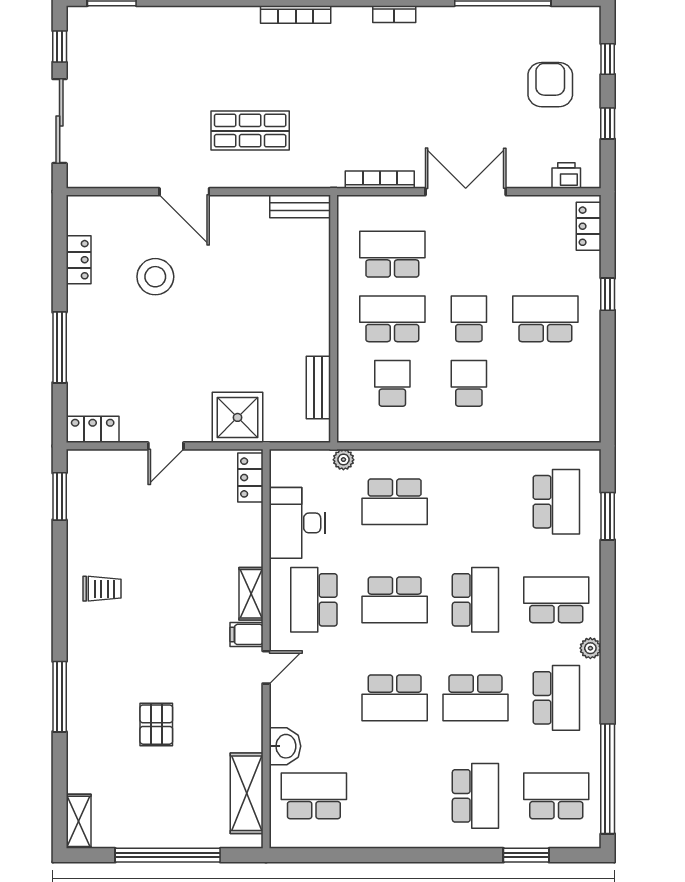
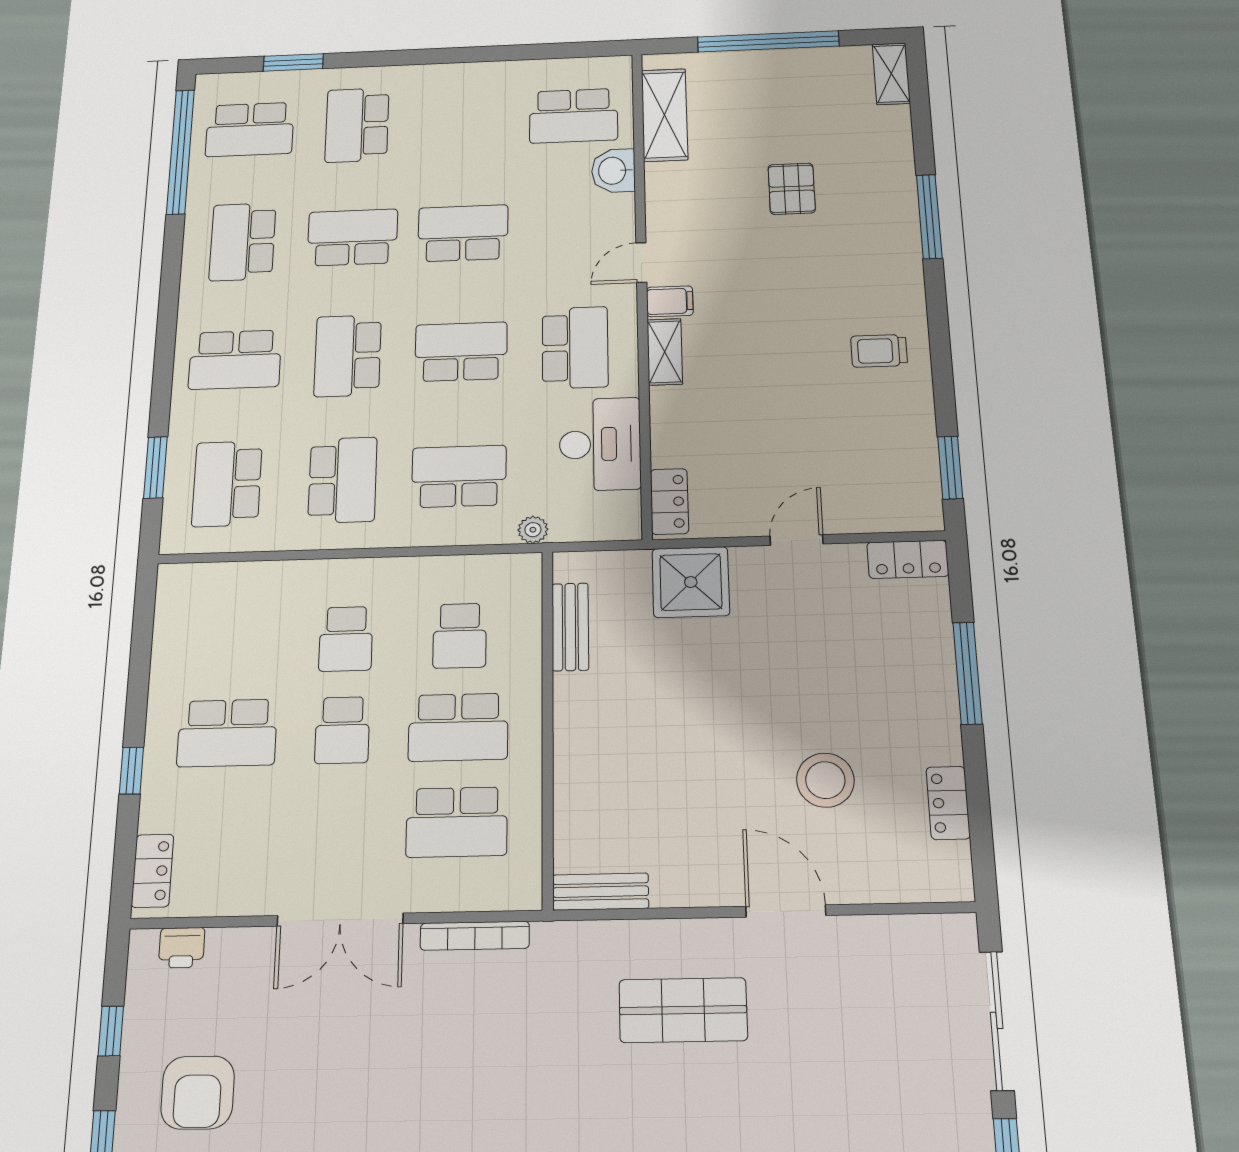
school desk: (475, 502) -> (343, 480), added
plant: (590, 648) -> (192, 302), removed

